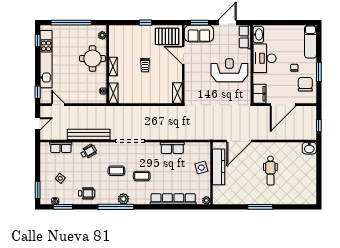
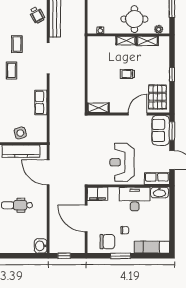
reception desk: (229, 70) -> (122, 162), turned 180
shelving: (113, 93) -> (147, 41), moved

